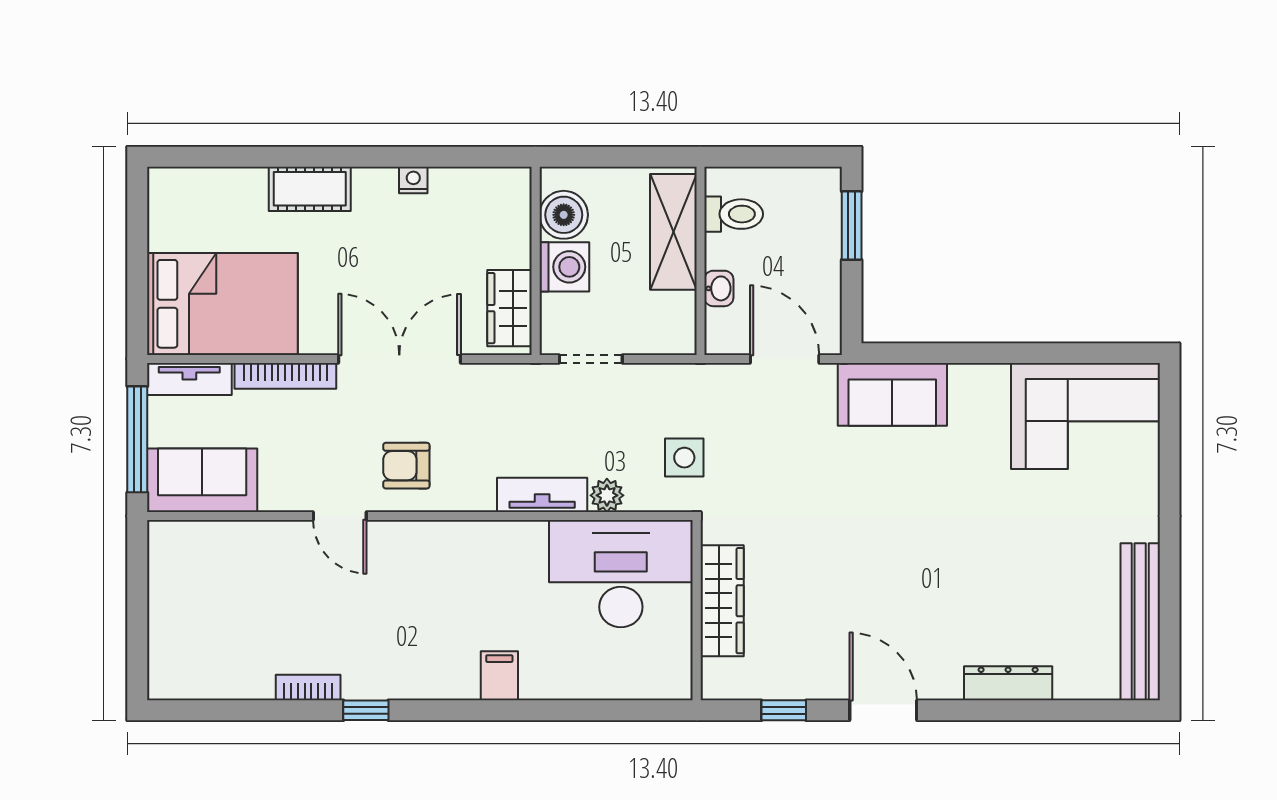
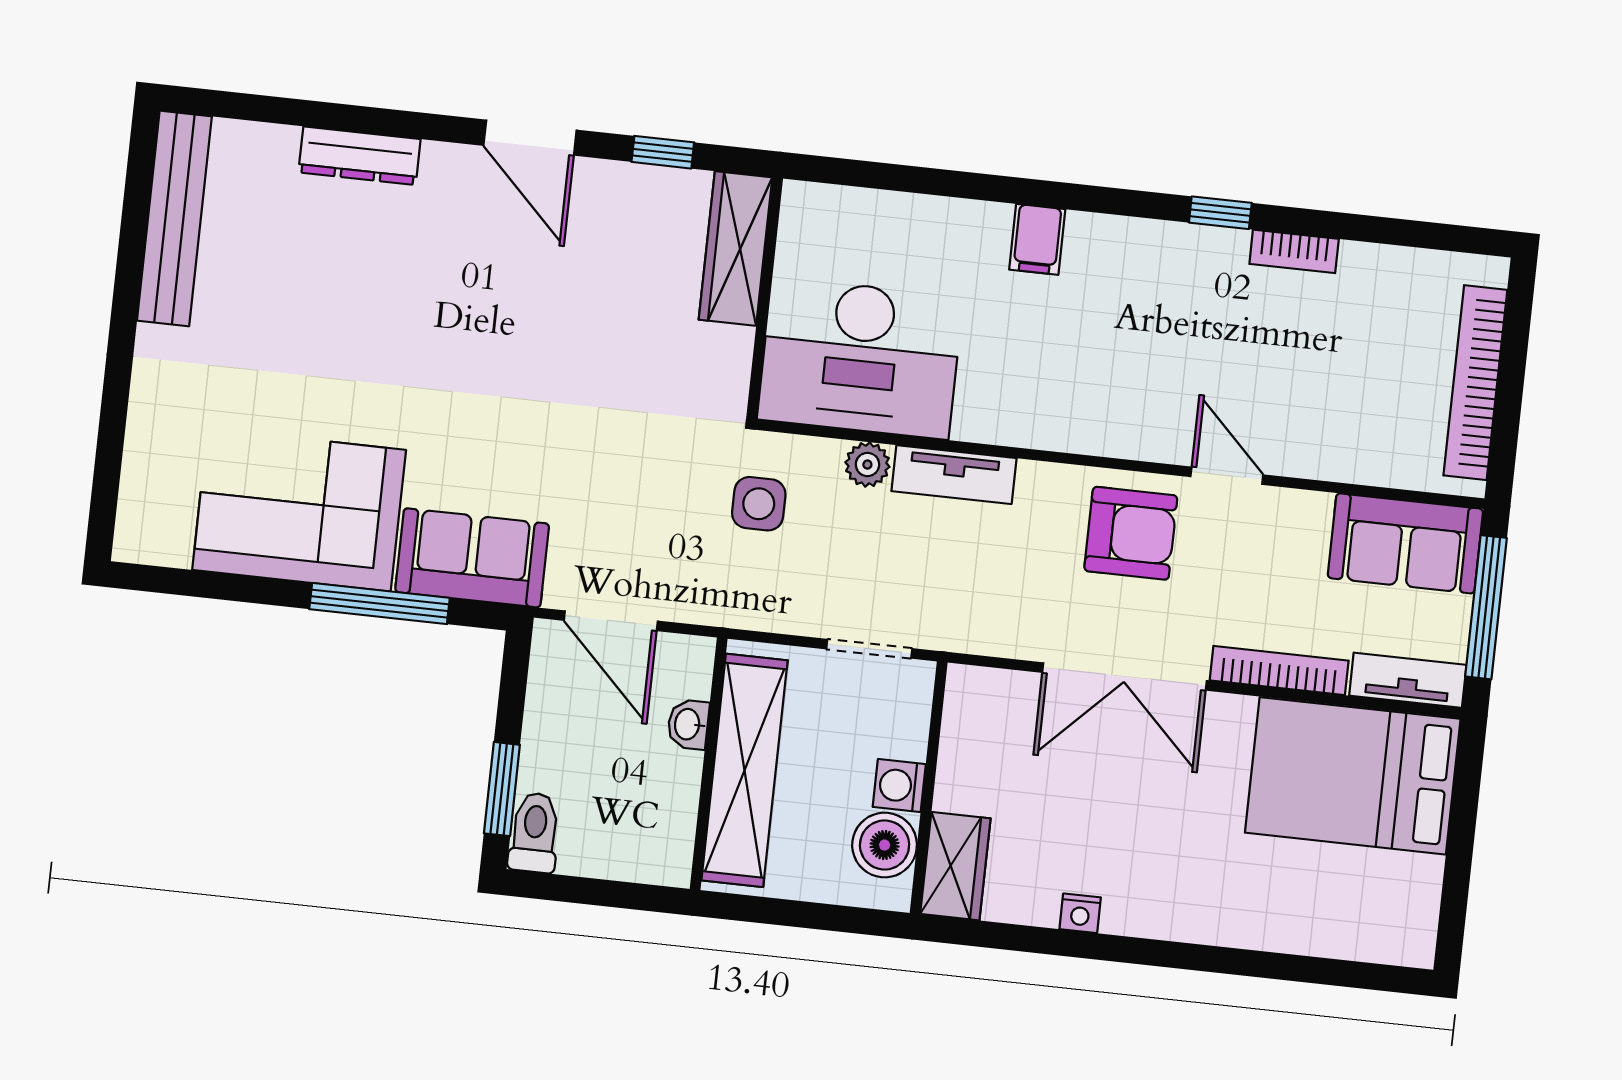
cot: (310, 189) -> (1220, 917), removed
toilet: (734, 214) -> (534, 833), moved, turned 90
shelving: (673, 232) -> (745, 770), width x1.47
washing machine: (564, 267) -> (899, 786), width x0.73, depth x0.73
wardrobe: (510, 308) -> (955, 866), moved
window: (957, 353) -> (380, 604), added
corner sofa: (1085, 416) -> (299, 510), moved
armchair: (406, 466) -> (1131, 533), width x1.38, depth x1.38
wardrobe: (722, 601) -> (736, 249), moved
bookcase: (163, 605) -> (1475, 383), added

